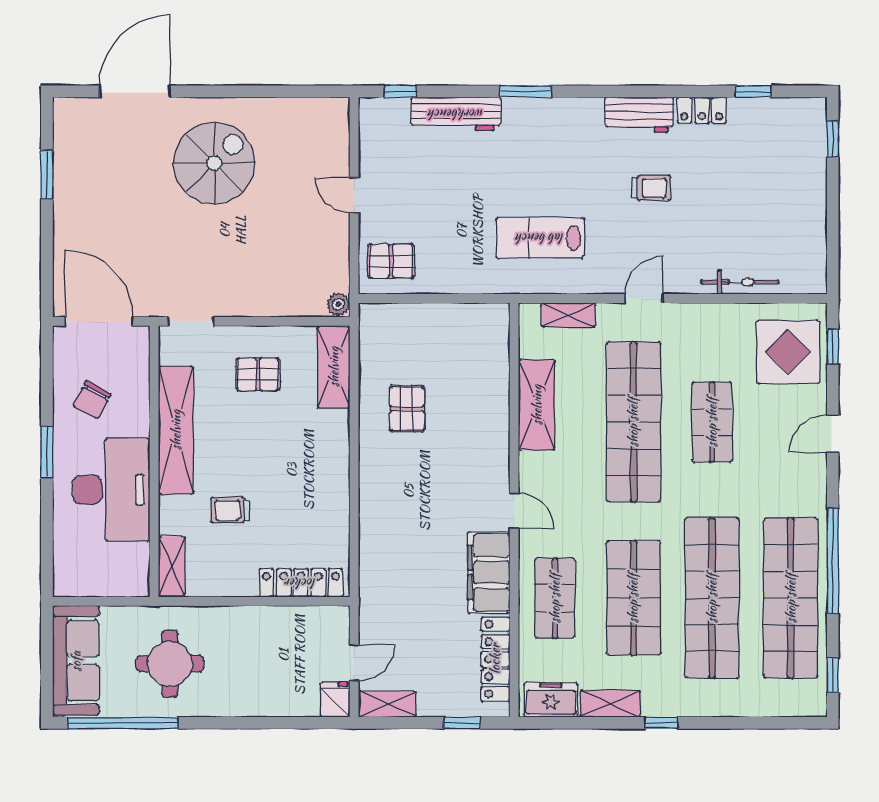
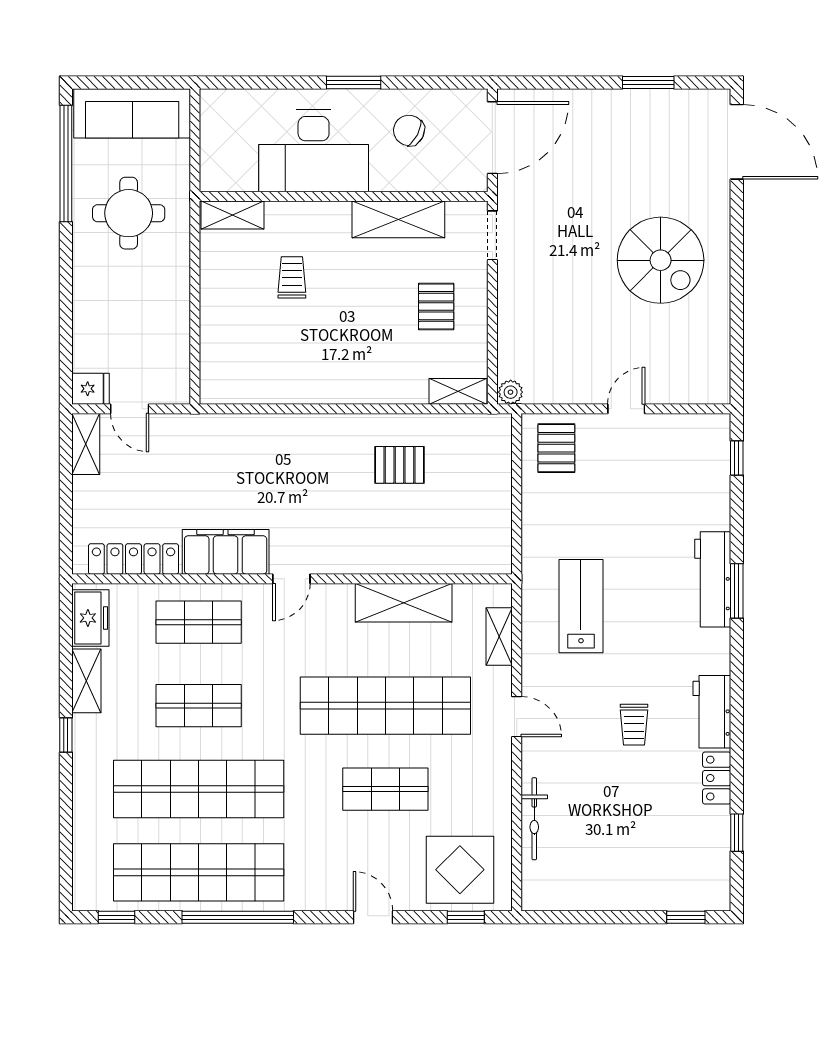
door: (135, 91) -> (737, 142), moved
workbench: (456, 114) -> (713, 579), moved
shelving: (334, 367) -> (458, 391), width x0.67, depth x0.75
shelving: (176, 430) -> (398, 219), width x0.68
locker: (301, 583) -> (215, 352), removed
shop shelf: (633, 598) -> (199, 706), width x0.70, depth x0.74
window: (462, 723) -> (66, 523), removed

